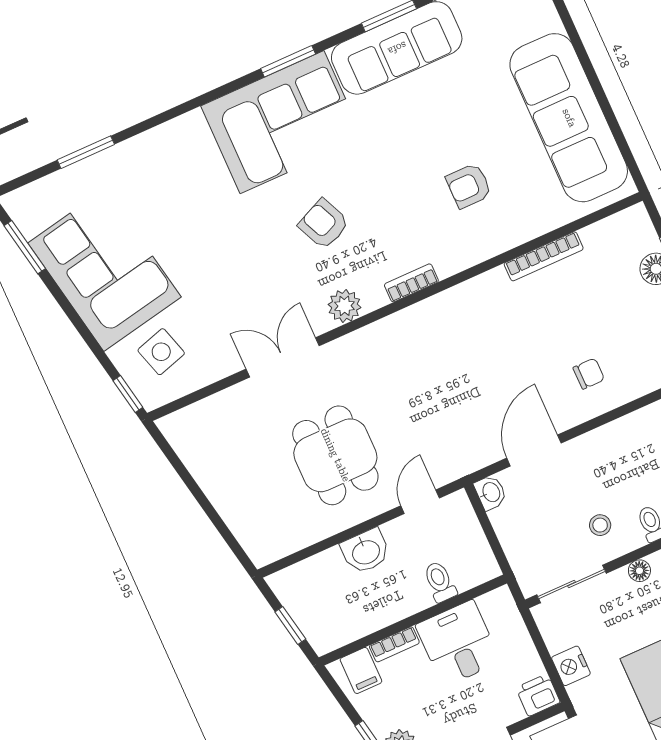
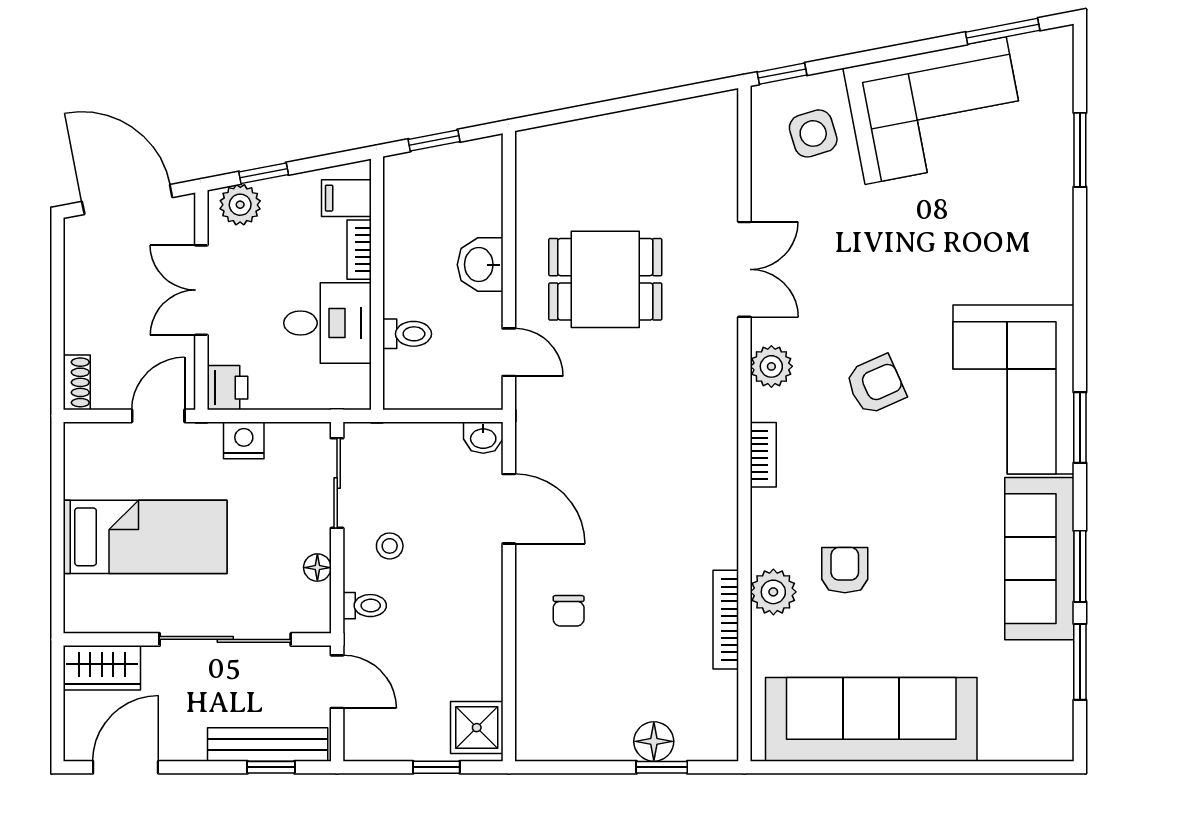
plant: (508, 231) -> (773, 592), added

